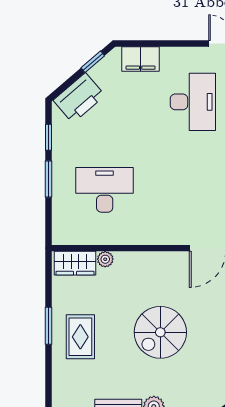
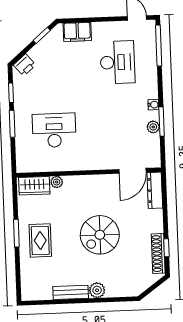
printer: (79, 98) -> (25, 65), width x0.53, depth x0.68

